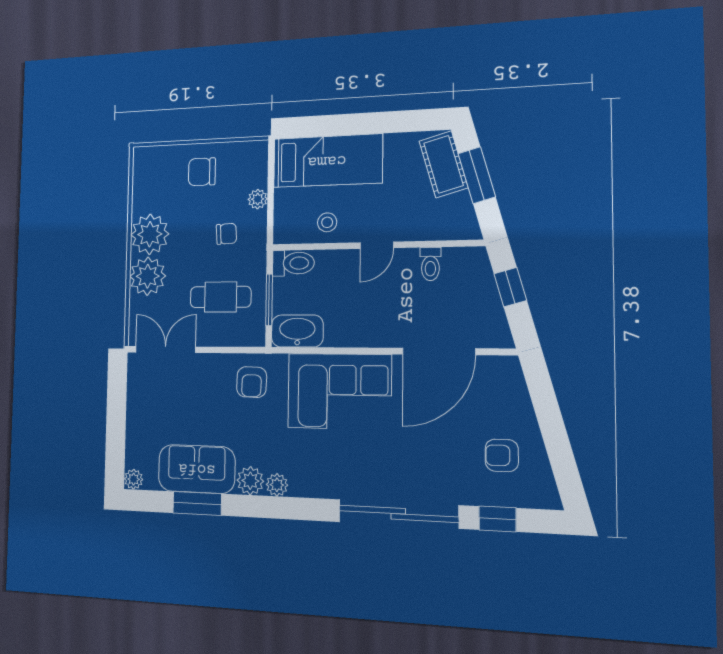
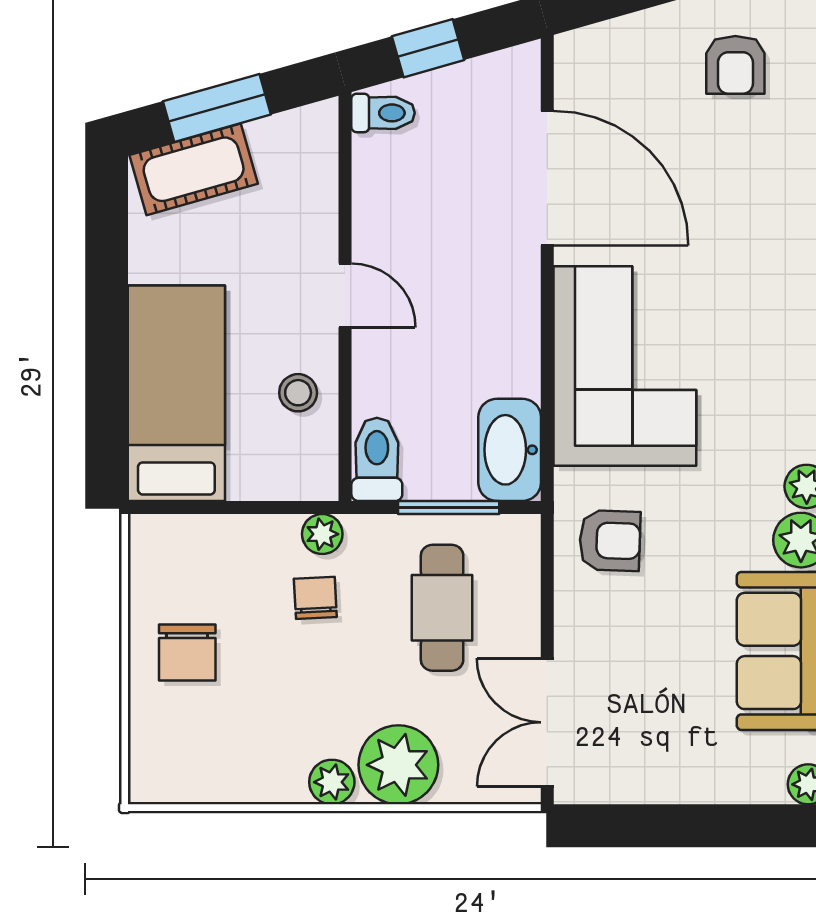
plant: (258, 199) -> (322, 534), moved
plant: (150, 234) -> (332, 782), width x0.53, depth x0.53
toilet: (430, 264) -> (383, 113), moved

